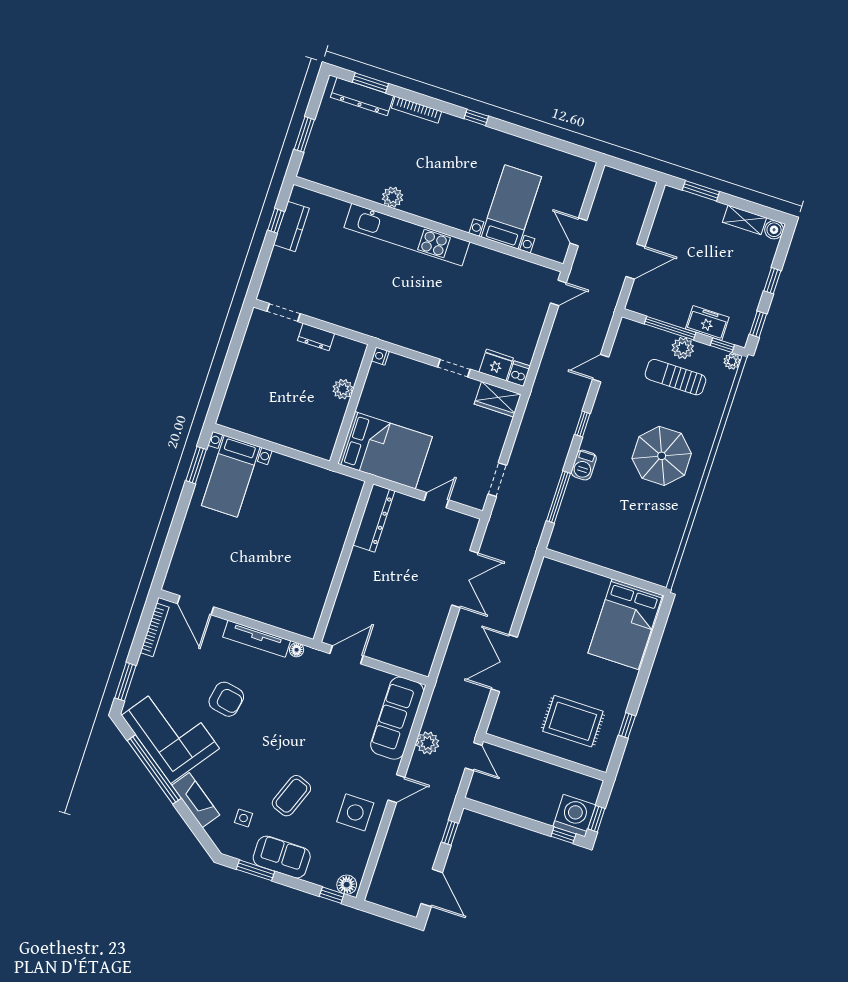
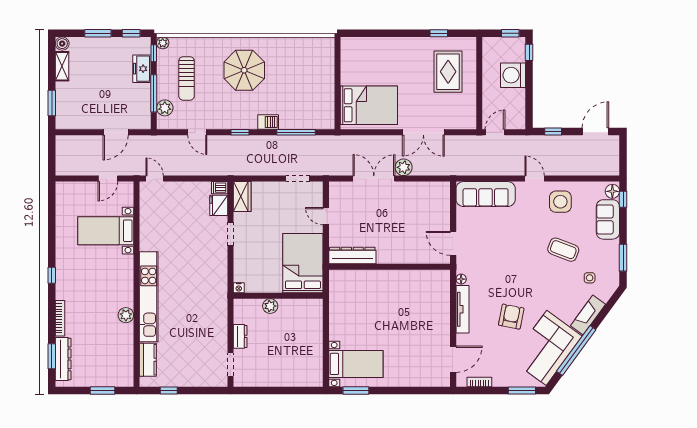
kitchen counter: (291, 226) -> (148, 360), moved, turned 90
door: (635, 262) -> (116, 132), swing flipped
window: (772, 281) -> (98, 33), width x1.50
plant: (683, 348) -> (165, 108), moved
bed: (625, 624) -> (369, 105), moved
bookcase: (155, 630) -> (479, 382), width x0.64
plant: (428, 743) -> (404, 167), moved
washing machine: (574, 816) -> (513, 75), moved
sofa: (282, 857) -> (608, 219), moved

